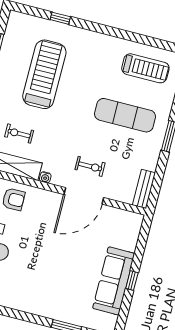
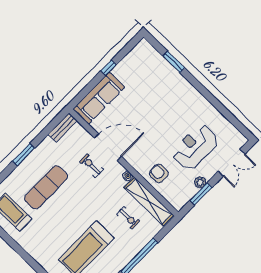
exercise mat: (125, 115) -> (46, 187), turned 90
sofa: (114, 281) -> (99, 98), moved

